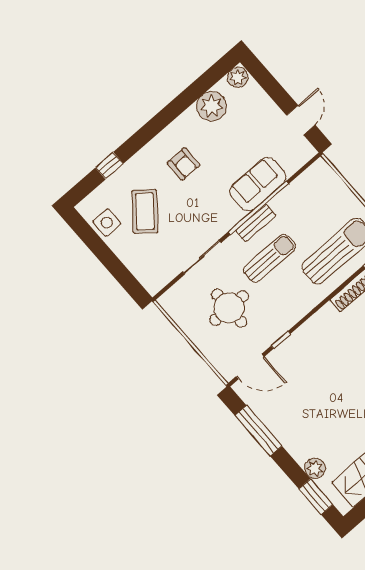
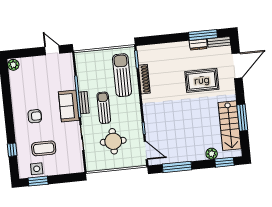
plant: (212, 106) -> (18, 86), removed
sofa: (258, 184) -> (69, 106), moved
coffee table: (145, 211) -> (44, 148), turned -39
window: (90, 238) -> (38, 181), added
door: (250, 366) -> (146, 150), hinge flipped

